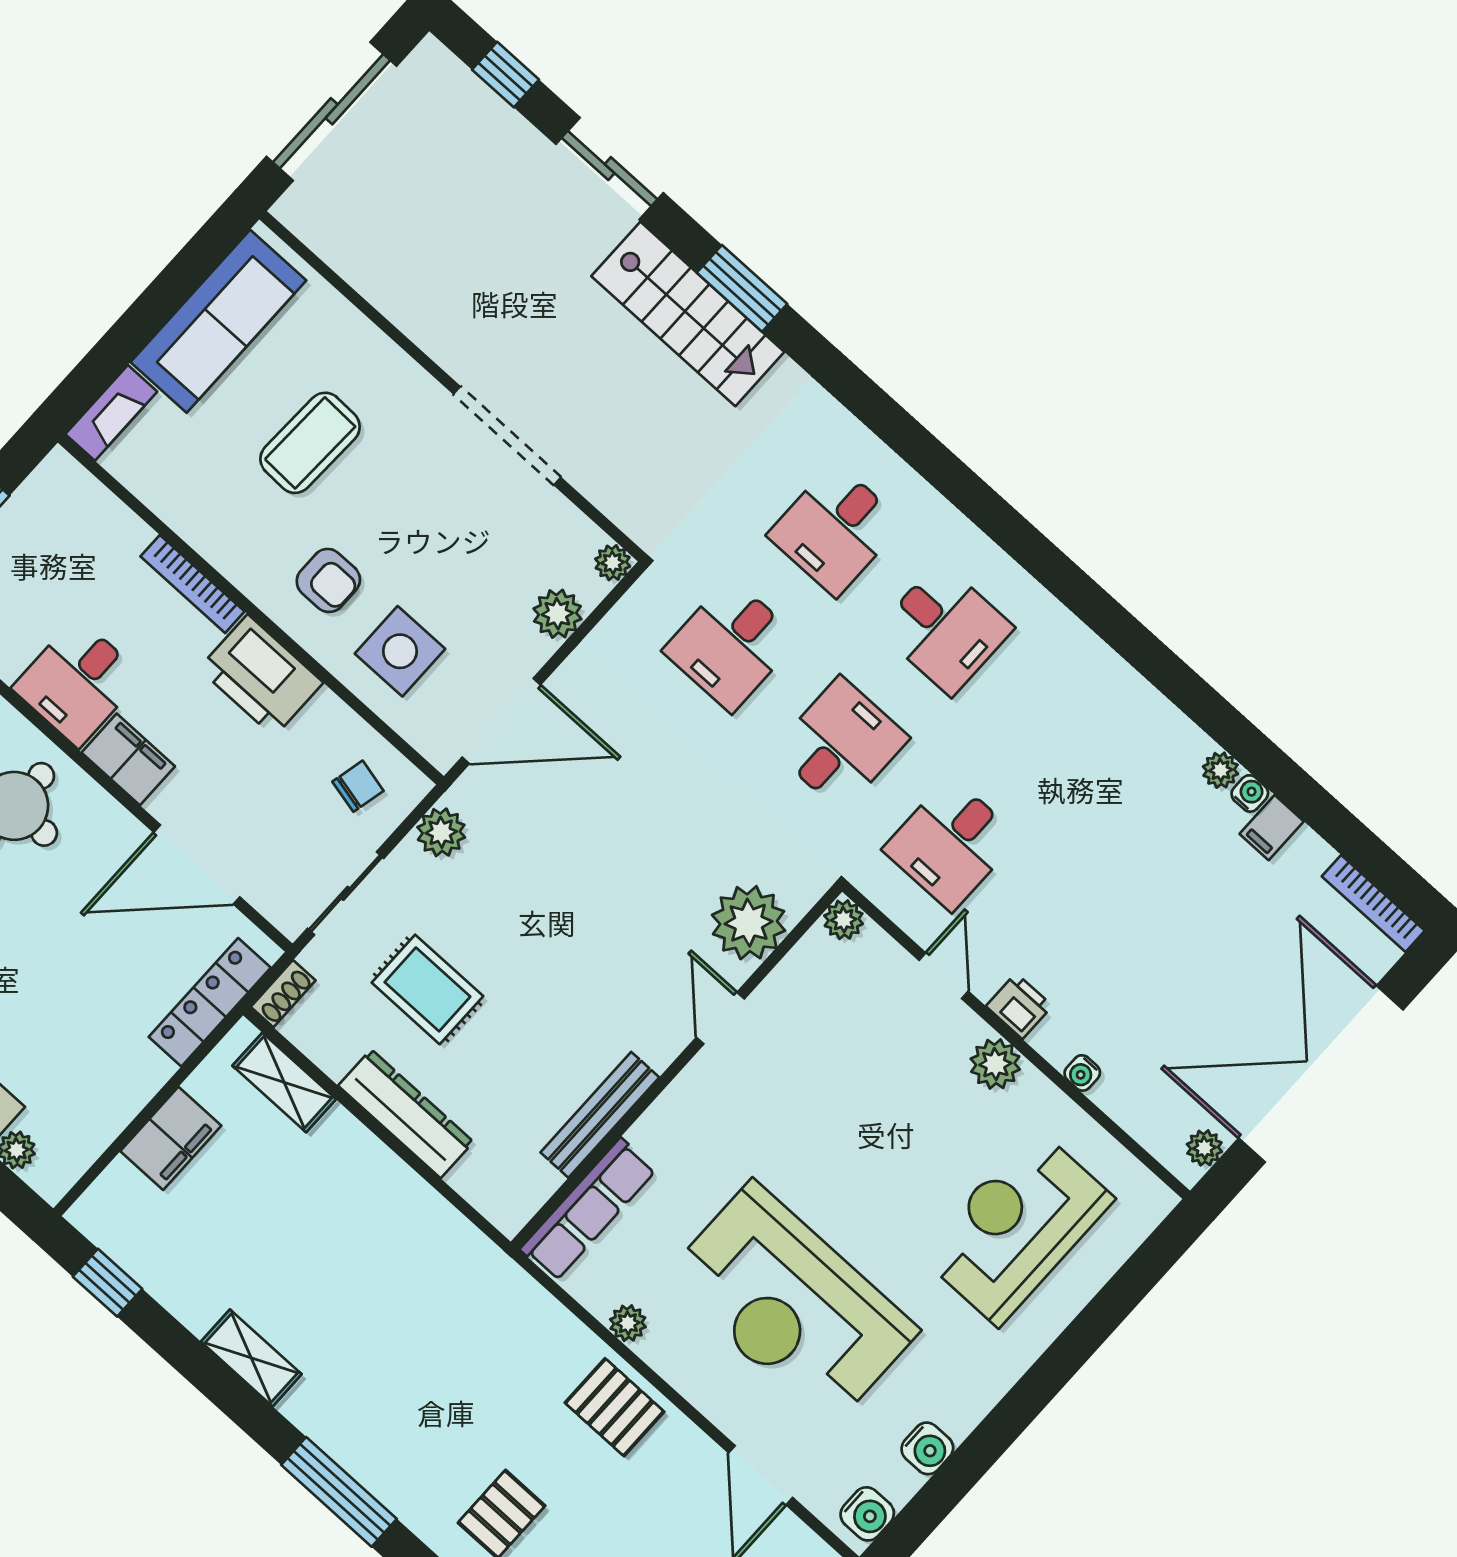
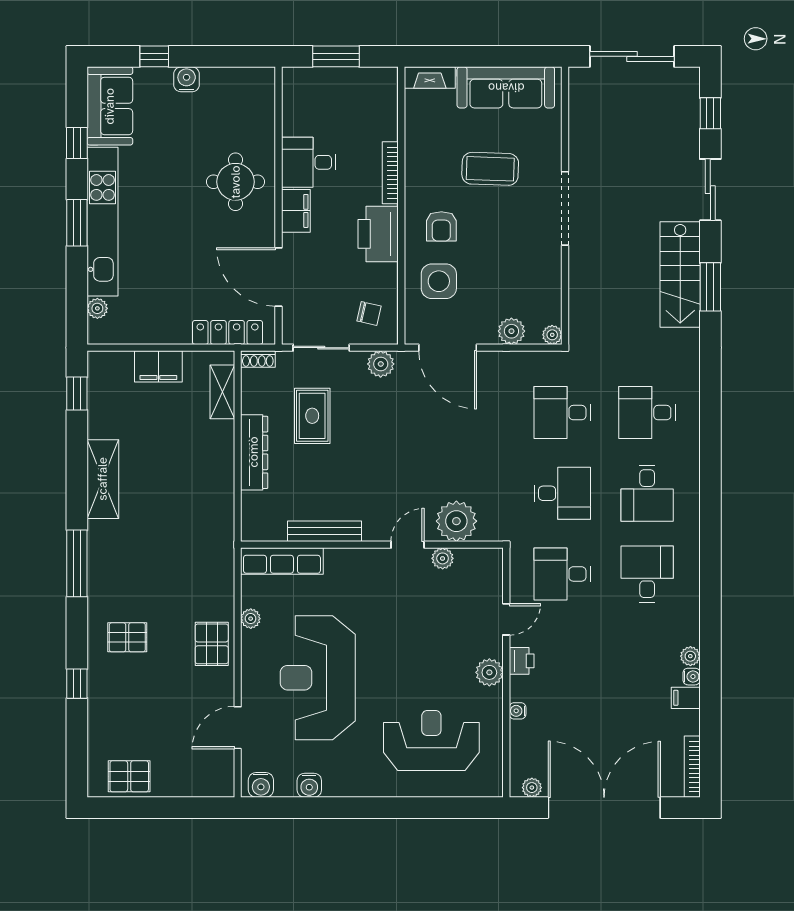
doorway: (507, 436) -> (565, 208), moved
desk: (1055, 728) -> (647, 574), added
plant: (844, 920) -> (443, 558), moved
shelving: (251, 1358) -> (103, 479), width x1.50, depth x1.33

